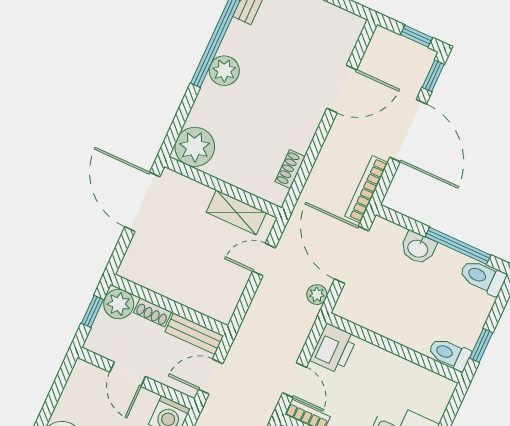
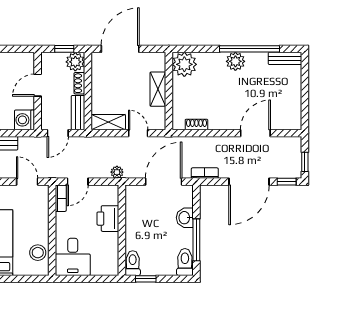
door: (342, 89) -> (255, 133), swing flipped
bookcase: (366, 189) -> (205, 173), width x0.64
door: (142, 202) -> (120, 49), moved
shelving: (236, 212) -> (158, 89), moved
plant: (317, 295) -> (117, 172), moved
shelving: (228, 296) -> (108, 122), added
printer: (333, 349) -> (108, 219), moved, turned 90
door: (211, 377) -> (58, 133), swing flipped

